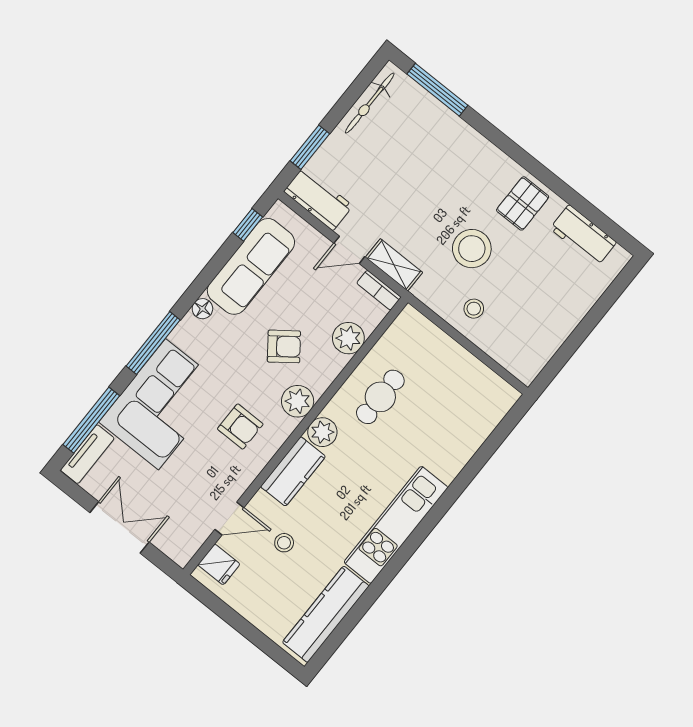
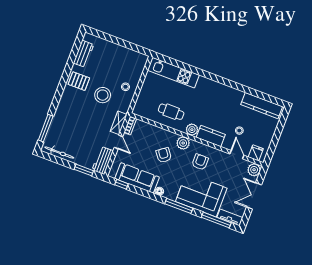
plant: (348, 338) -> (254, 170), moved
kitchen unit: (396, 525) -> (173, 73), moved

